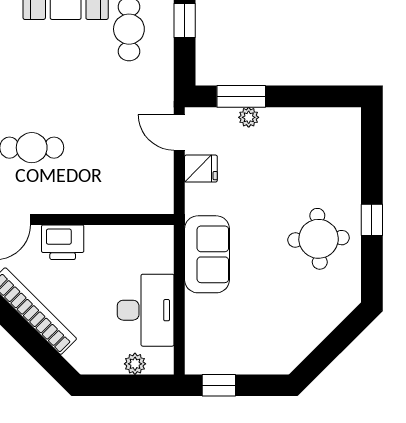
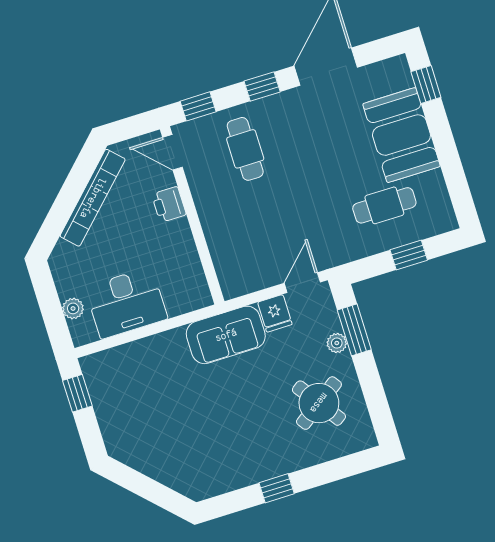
round table: (319, 239) -> (319, 403), moved, turned -32
printer: (63, 242) -> (169, 204), width x0.73, depth x0.81
sofa: (207, 254) -> (226, 335), moved

